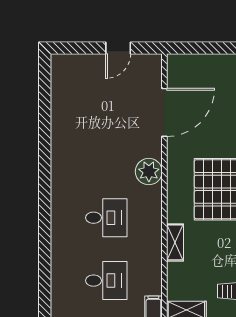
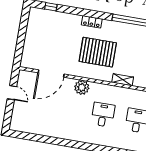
door: (164, 112) -> (51, 73), swing flipped

